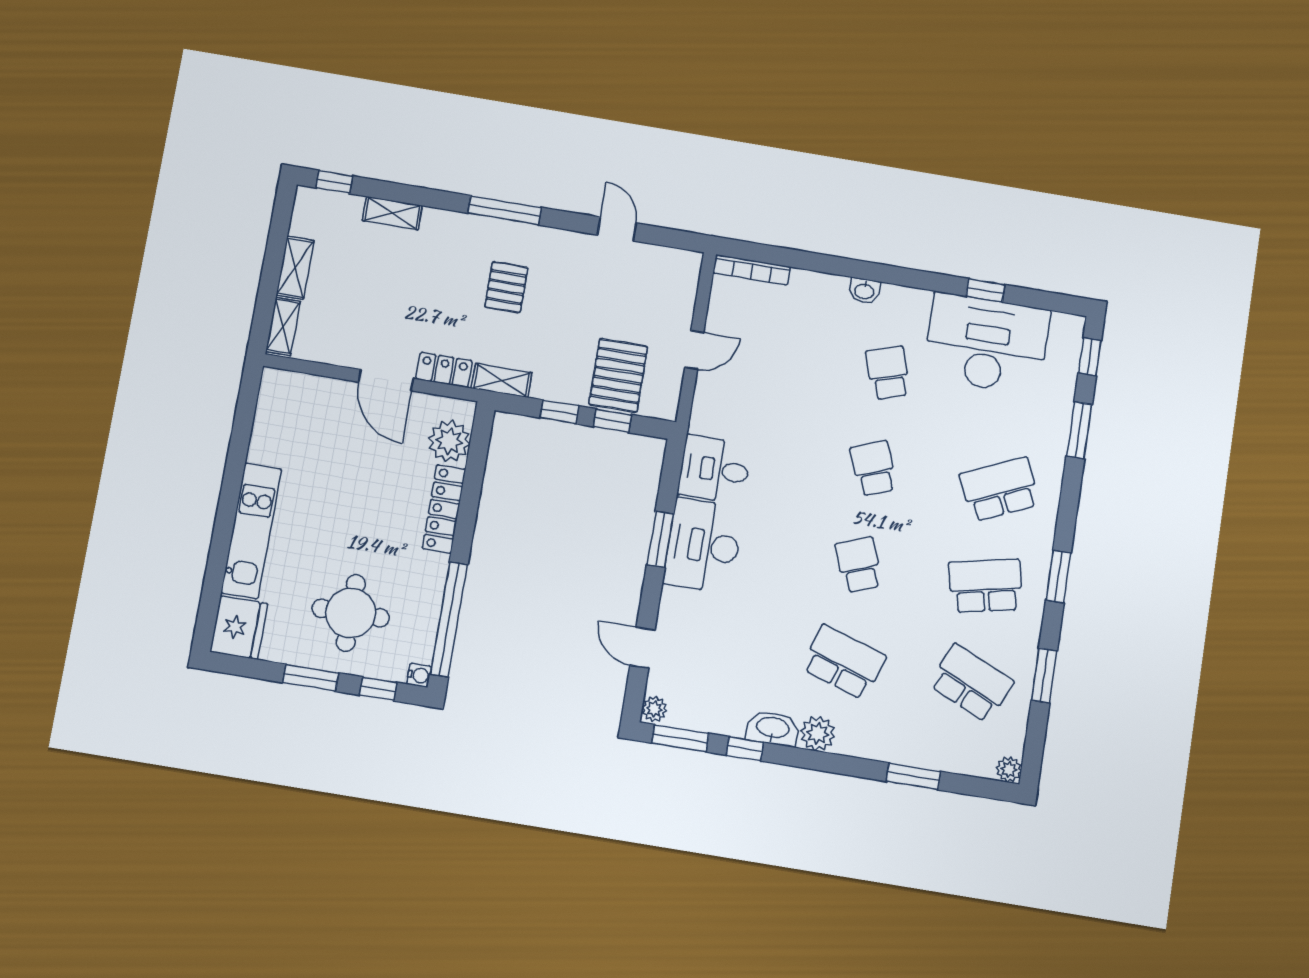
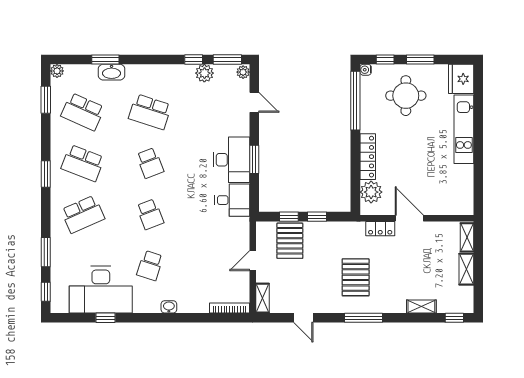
pallet: (506, 287) -> (356, 277), width x1.50, depth x1.42
school desk: (888, 373) -> (150, 266), turned 36
shelving: (502, 380) -> (262, 298), moved, turned 90
school desk: (986, 586) -> (83, 163), turned 33
window: (1044, 676) -> (46, 100), moved
washbasin: (773, 728) -> (112, 72), moved
plant: (818, 734) -> (204, 73), moved

